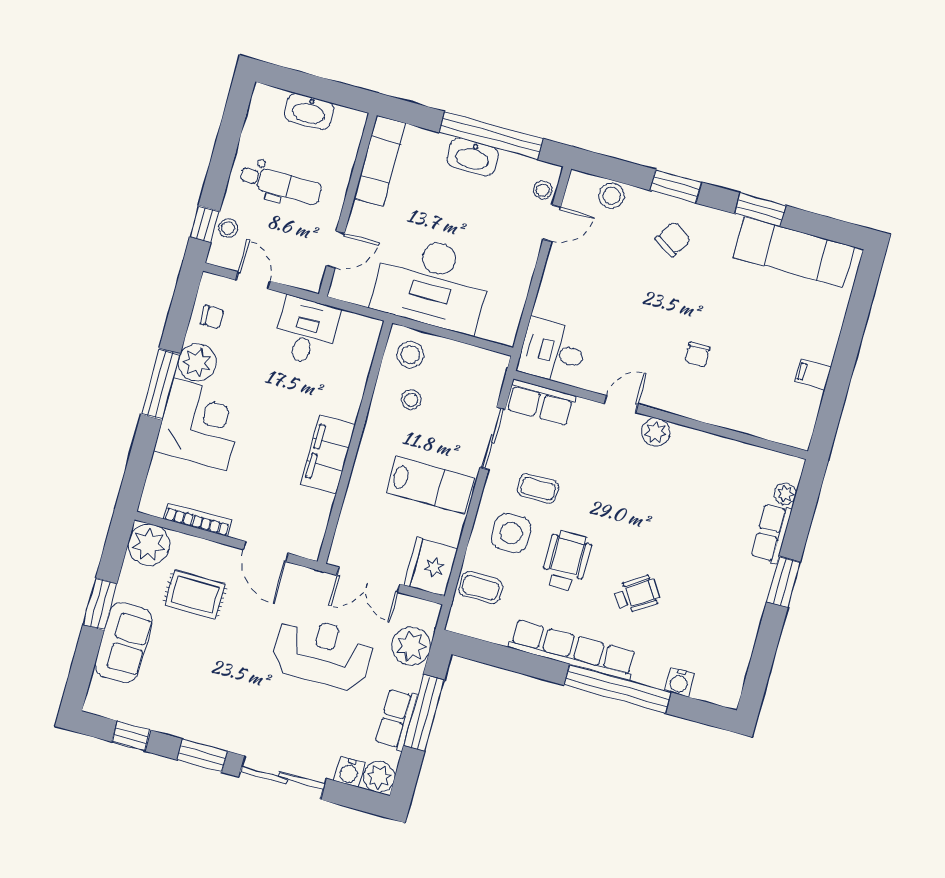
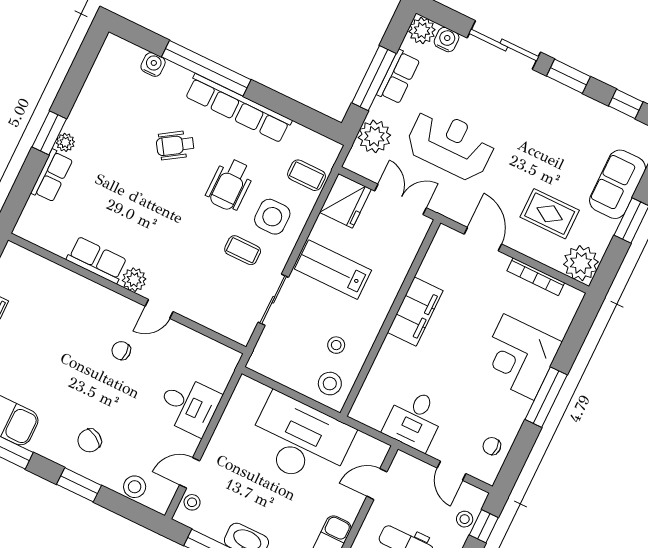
desk: (553, 351) -> (189, 405), moved
chair: (697, 355) -> (121, 351), moved, turned -90
plant: (197, 363) -> (512, 410), removed
row of seats: (541, 402) -> (97, 260), moved
plant: (785, 494) -> (65, 142), moved
reception desk: (323, 653) -> (450, 144), turned 180

